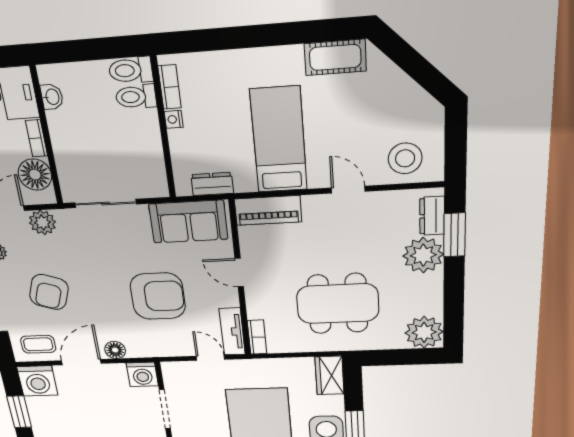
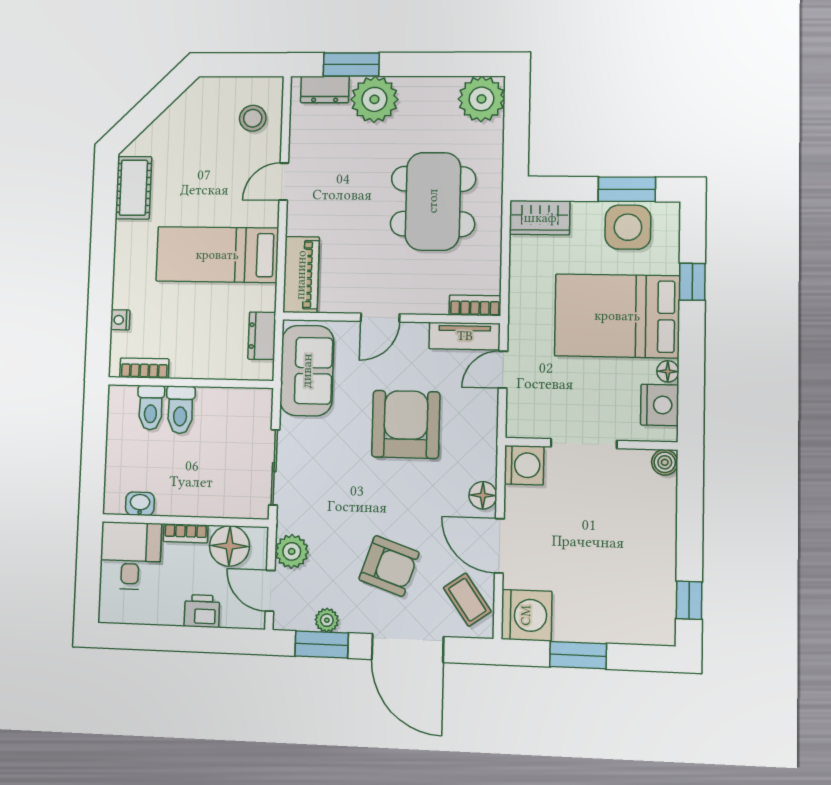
toilet: (131, 70) -> (180, 410), moved
nightstand: (174, 119) -> (120, 320), moved, turned 90
stool: (405, 158) -> (253, 118), width x0.73, depth x0.73
coffee table: (38, 344) -> (467, 600), turned -35

